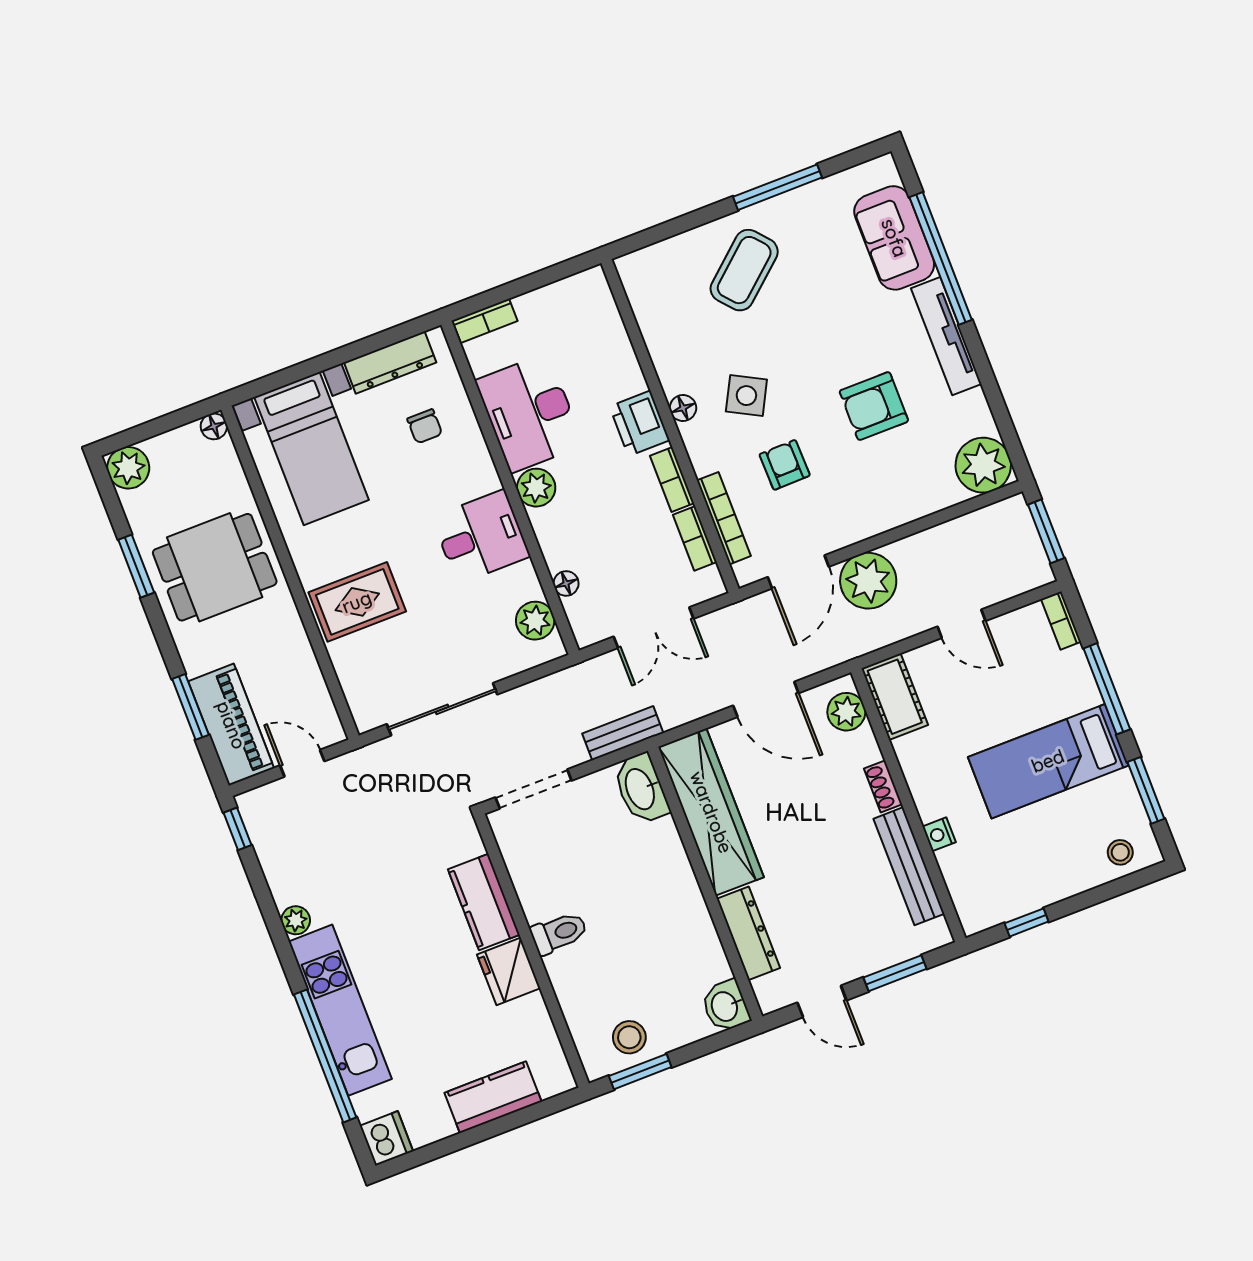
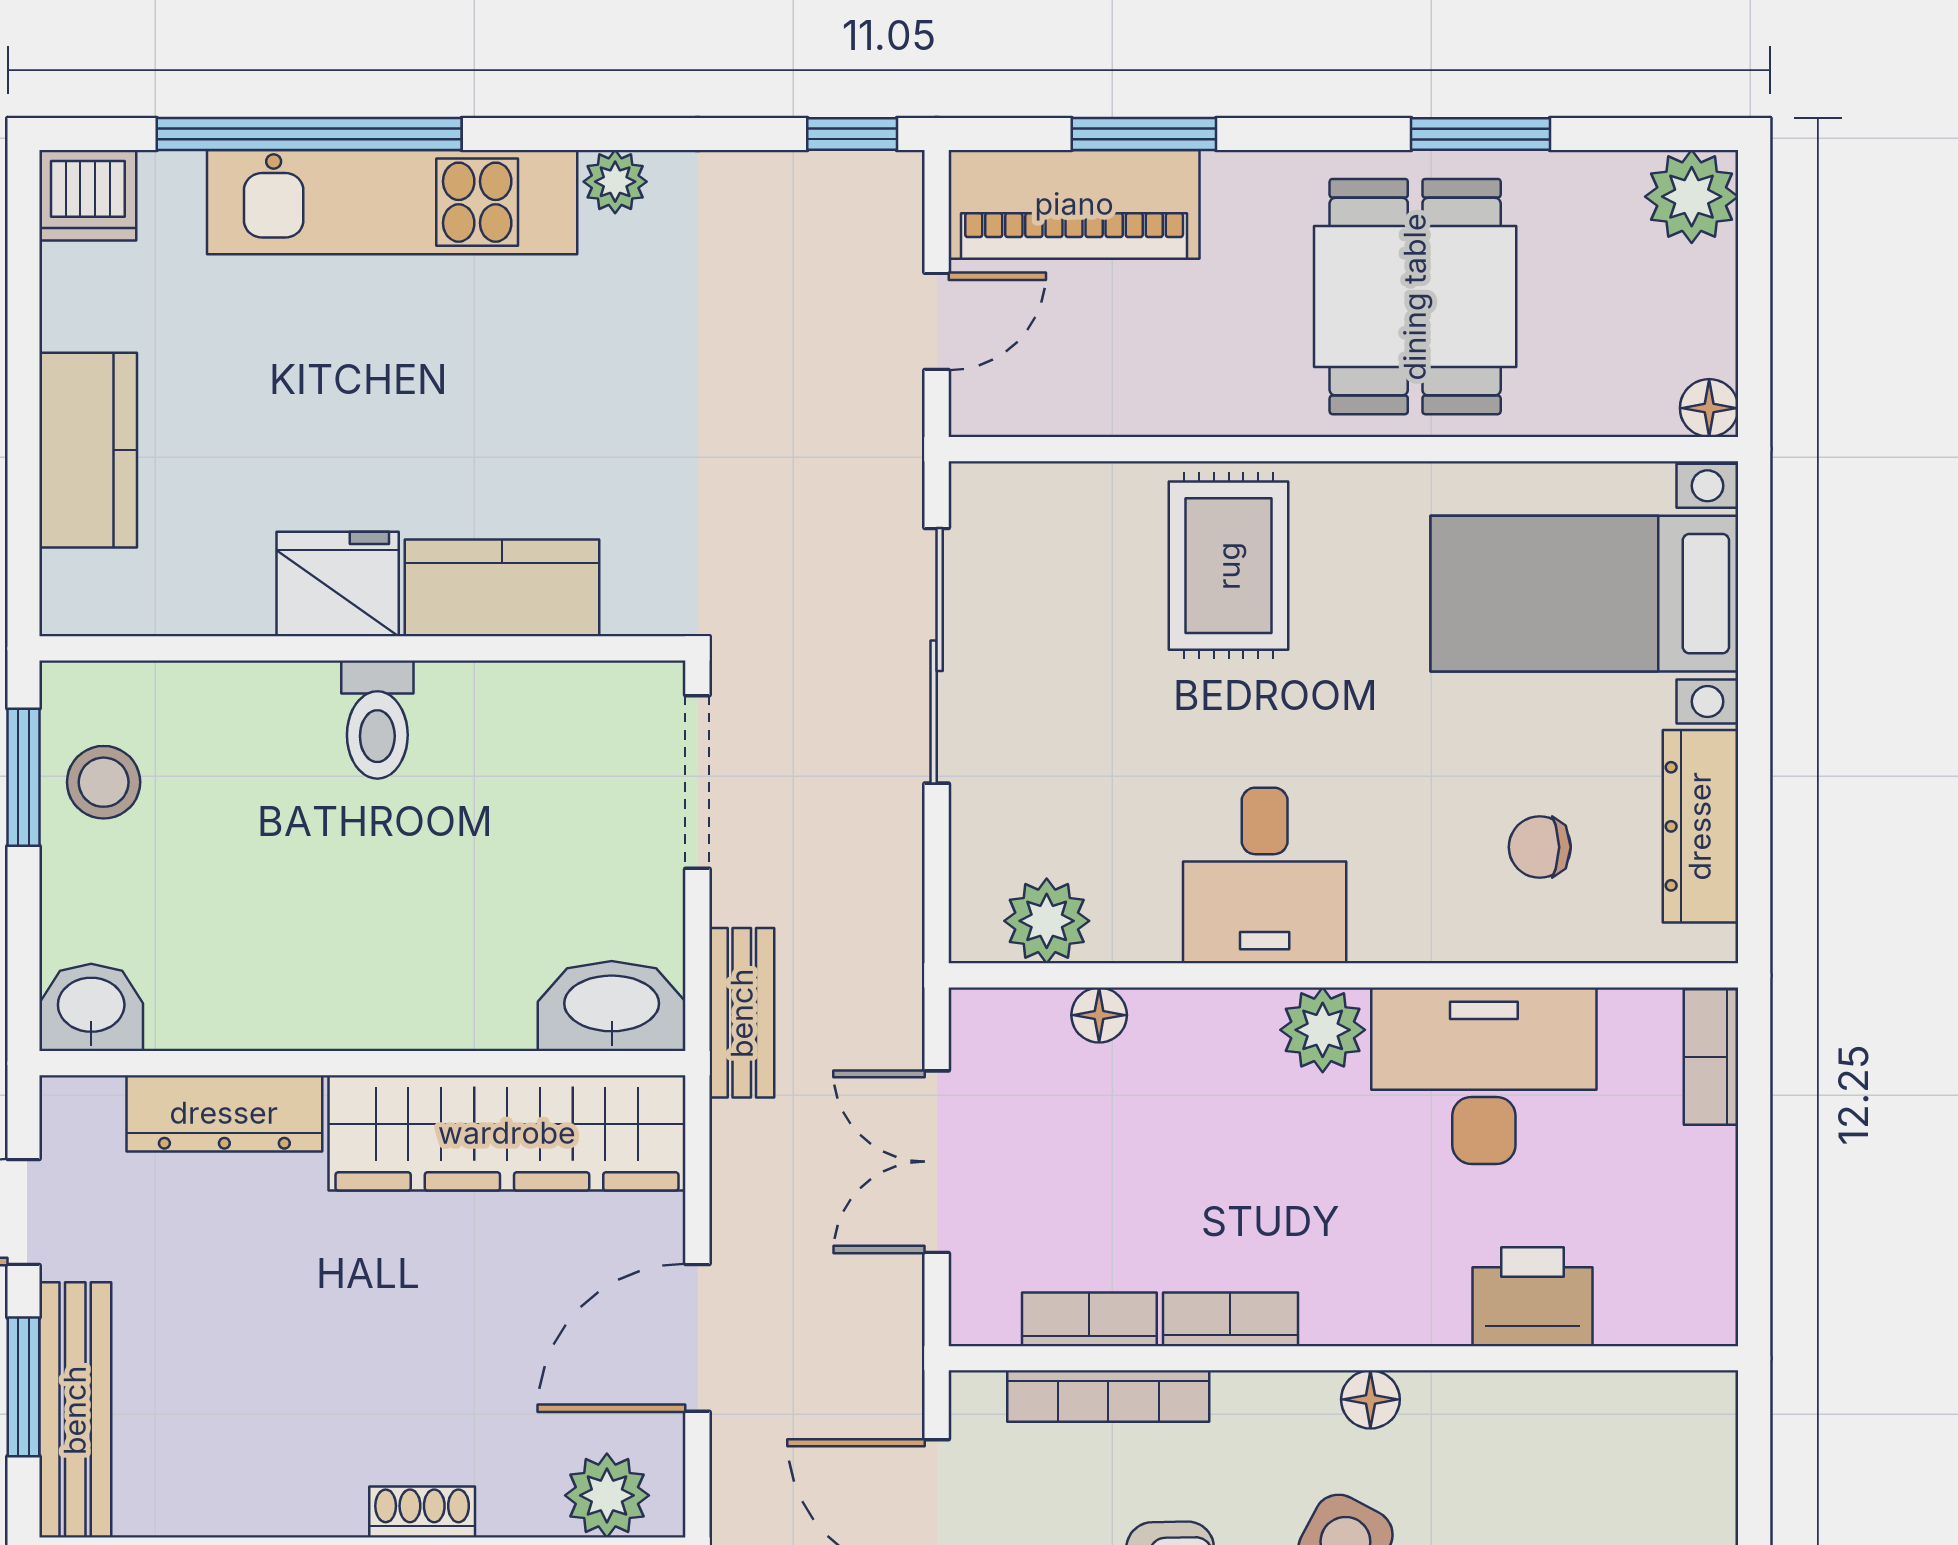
printer: (640, 423) -> (1532, 1297), moved
bench: (909, 866) -> (75, 1410), moved, turned 90

